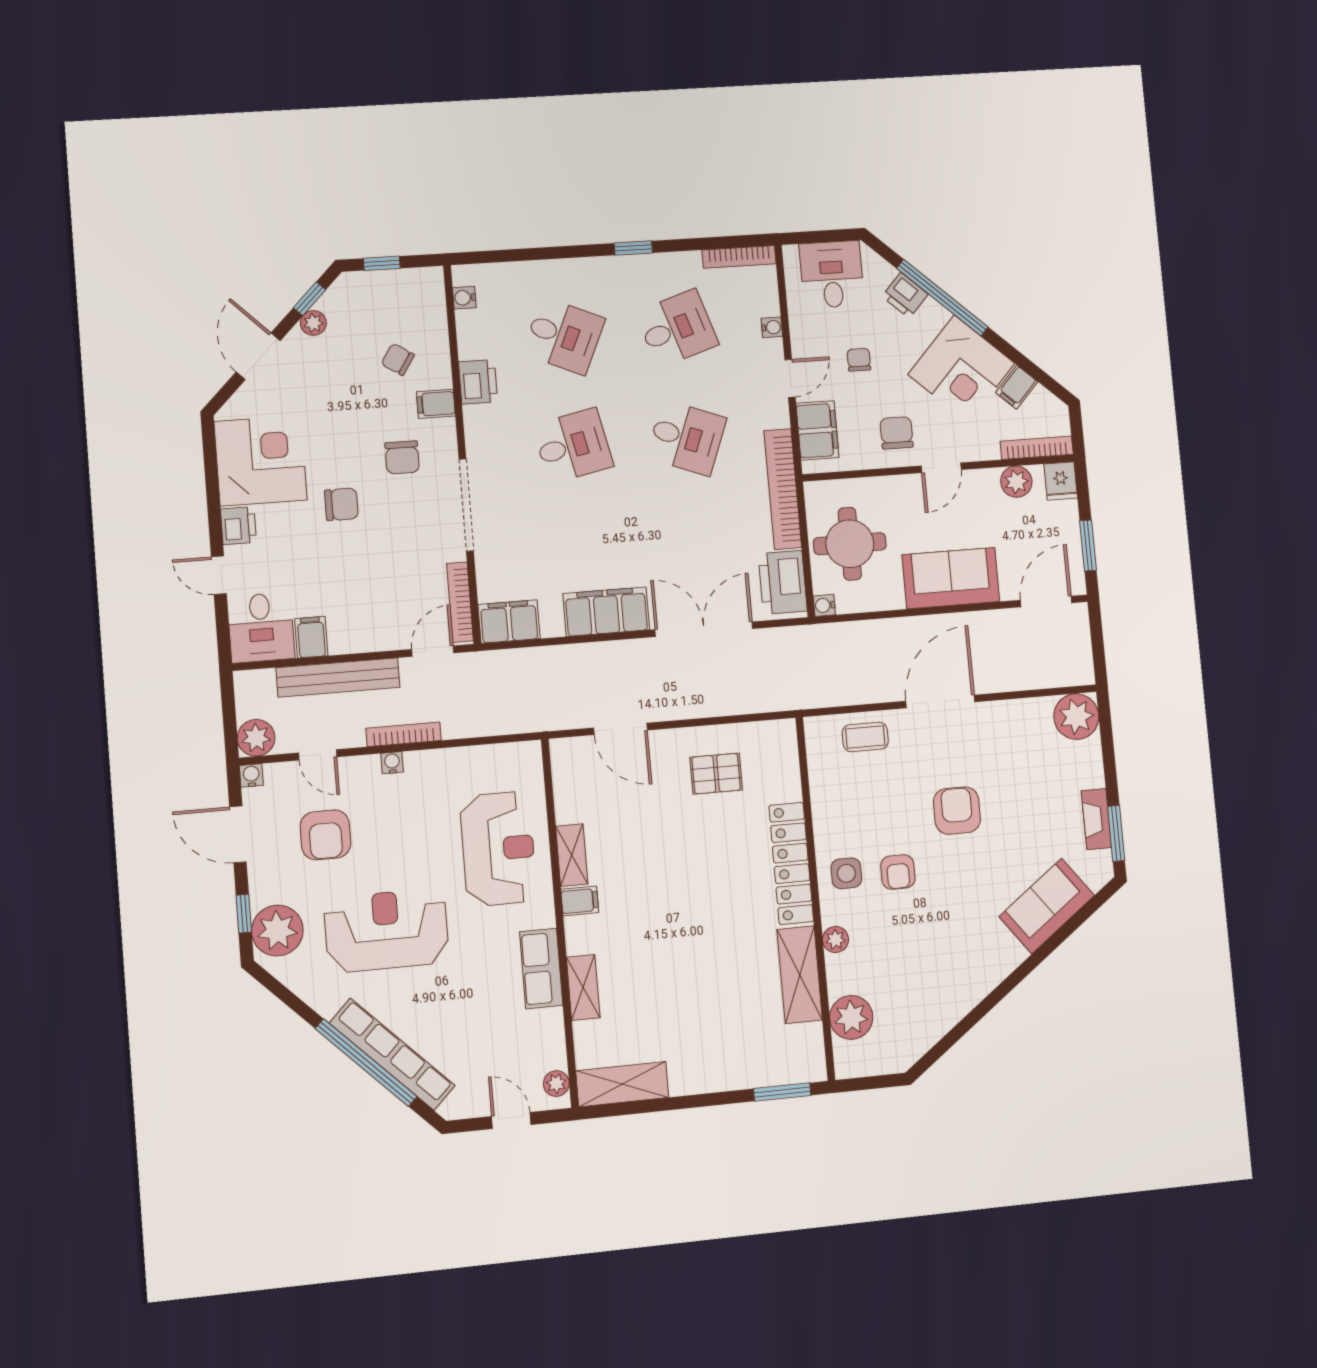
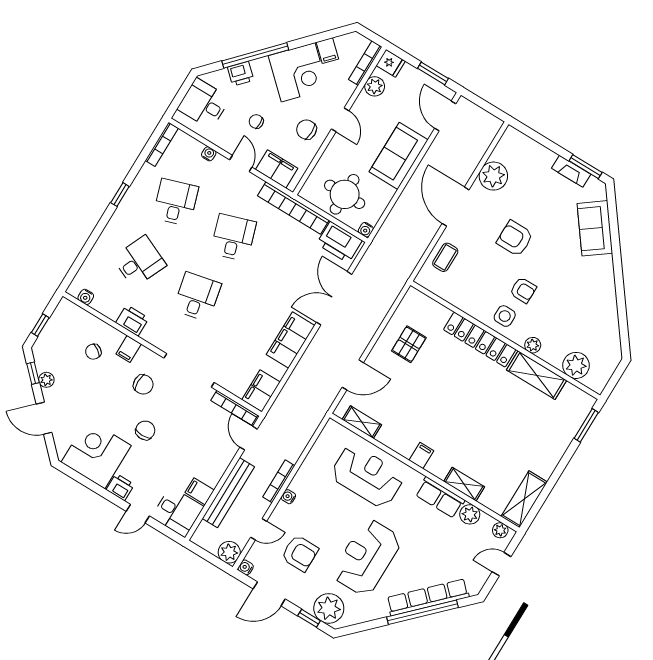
desk: (686, 438) -> (233, 237), turned -39
plant: (1076, 717) -> (493, 176), moved
shelving: (572, 855) -> (362, 422), moved
plant: (548, 1026) -> (470, 514), added

